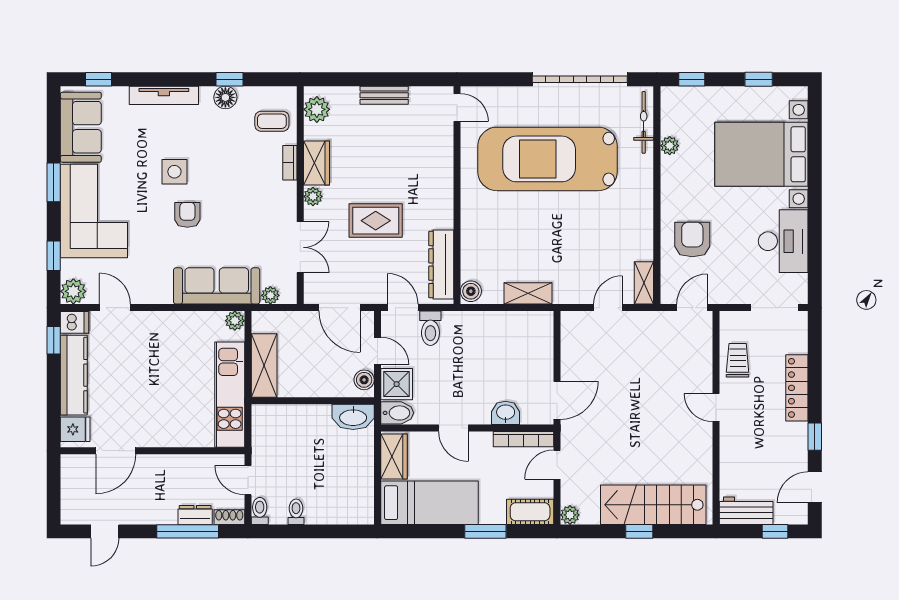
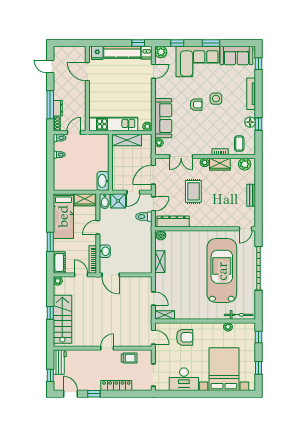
garage door: (580, 79) -> (259, 268), moved
boiler: (364, 380) -> (120, 186), removed

